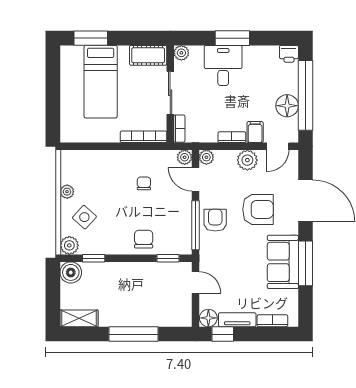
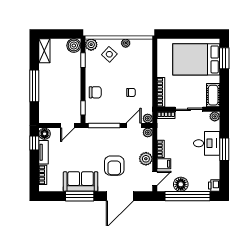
bed: (101, 82) -> (196, 59), width x1.50
door: (278, 146) -> (155, 178), swing flipped
armchair: (215, 220) -> (107, 138), removed

